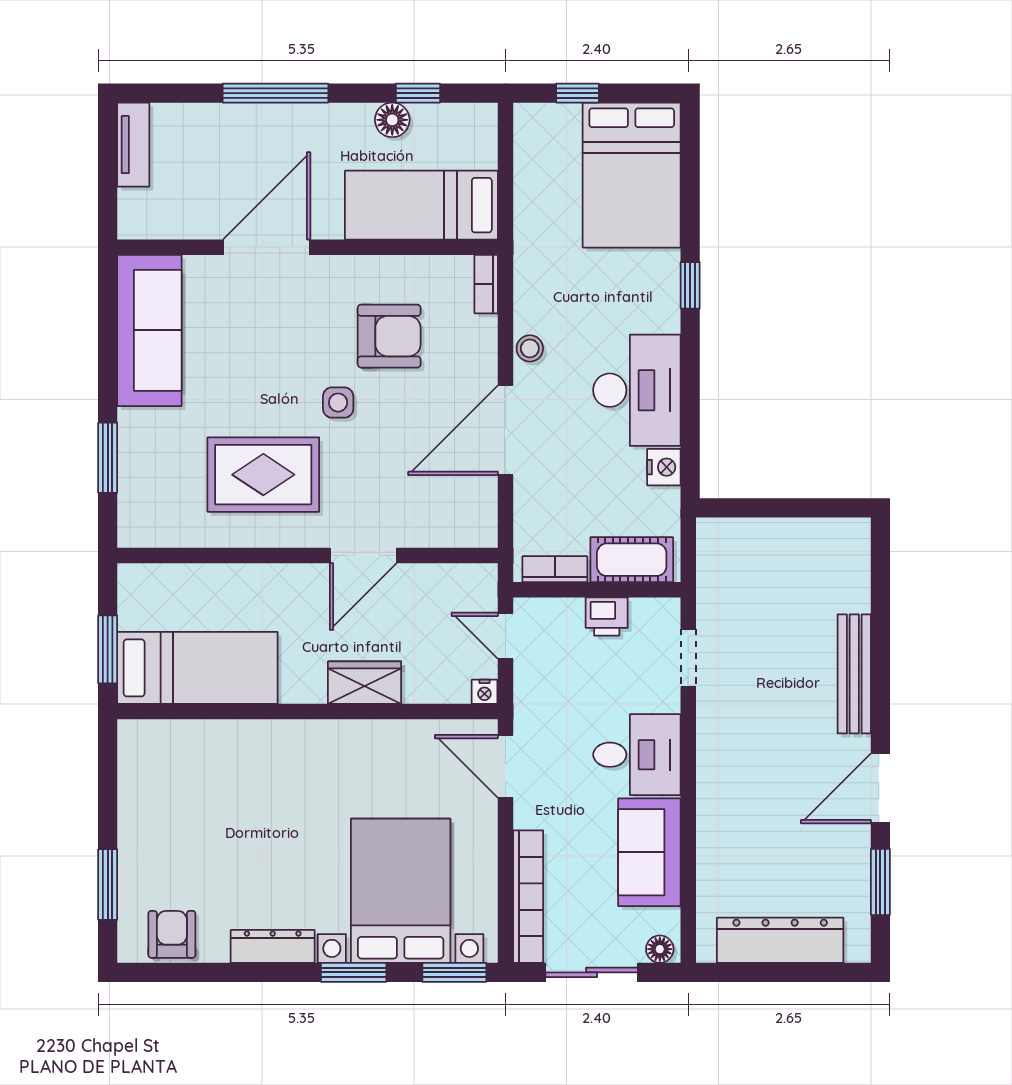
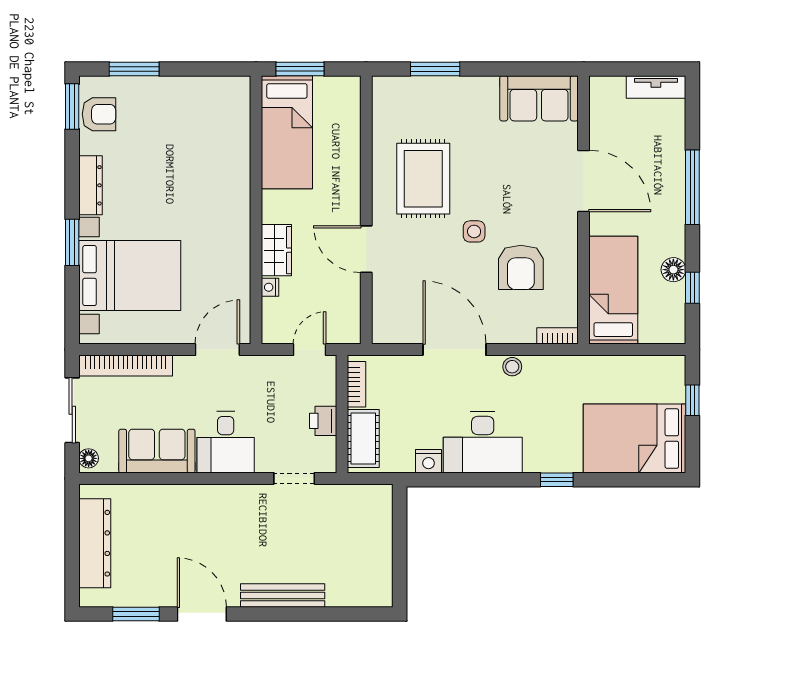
sofa: (149, 330) -> (539, 98), width x0.73
nightstand: (484, 692) -> (270, 287), moved
window: (454, 972) -> (72, 106), moved

